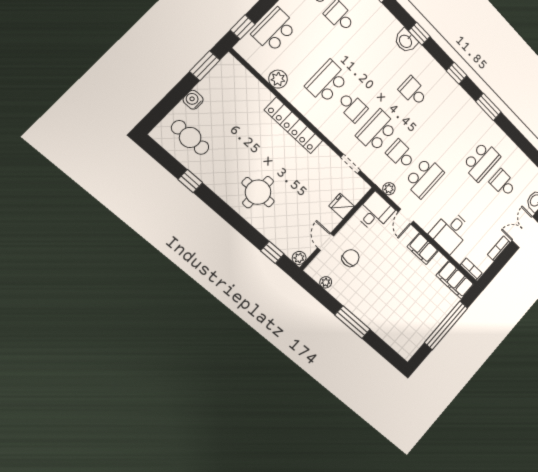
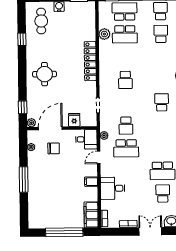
school desk: (327, 82) -> (125, 34), moved, turned 180
school desk: (377, 131) -> (126, 103), removed
school desk: (401, 155) -> (126, 126), turned 180
door: (326, 242) -> (50, 128), width x1.88
filing cabinet: (423, 249) -> (91, 182), width x0.50

